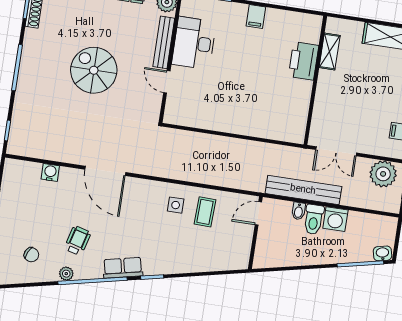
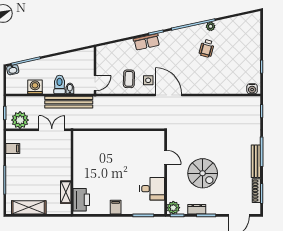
bench: (164, 42) -> (256, 161), moved
desk: (194, 43) -> (152, 189), width x0.73
printer: (304, 61) -> (81, 200), moved
spiral stairs: (94, 70) -> (203, 173), moved
door: (105, 171) -> (169, 95), moved
water cooler: (50, 172) -> (252, 89), moved
washing machine: (335, 219) -> (35, 87), moved
chair: (31, 255) -> (234, 35), removed
row of seats: (123, 268) -> (147, 42), moved

